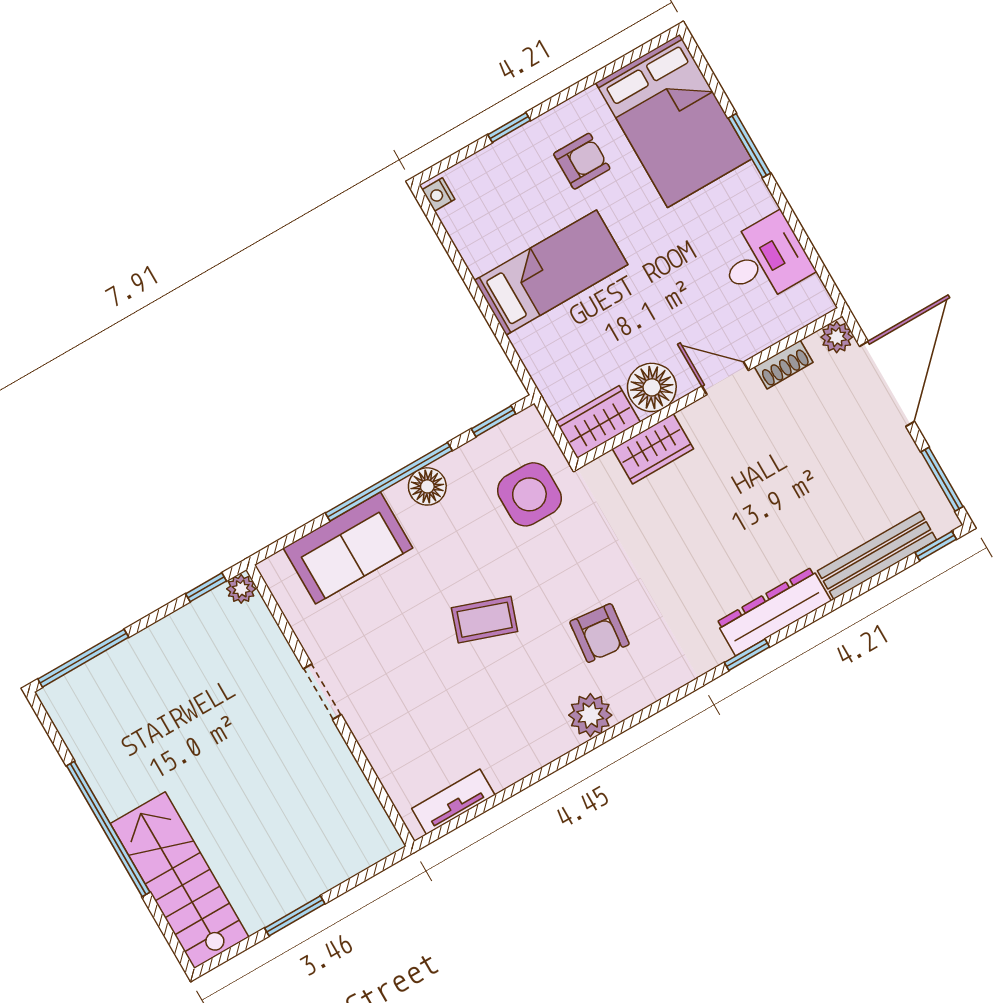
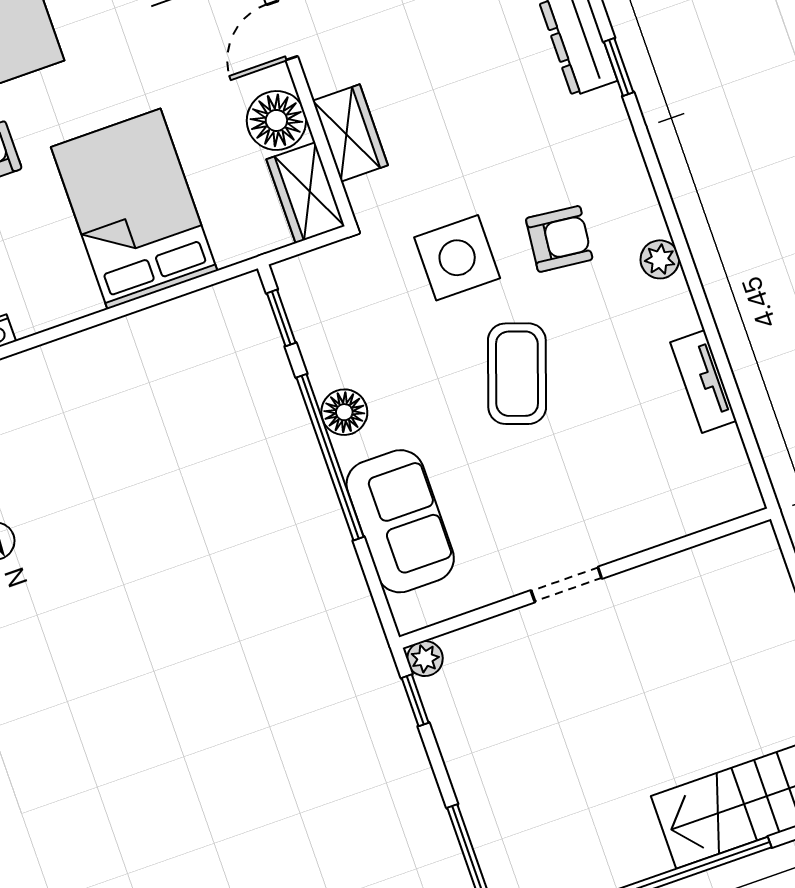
bed: (551, 273) -> (134, 209), width x1.50
side table: (529, 494) -> (457, 258), moved
coffee table: (485, 620) -> (517, 374), width x1.36, depth x1.30
plant: (590, 715) -> (660, 259), width x0.73, depth x0.73
tv unit: (453, 802) -> (703, 381), moved

